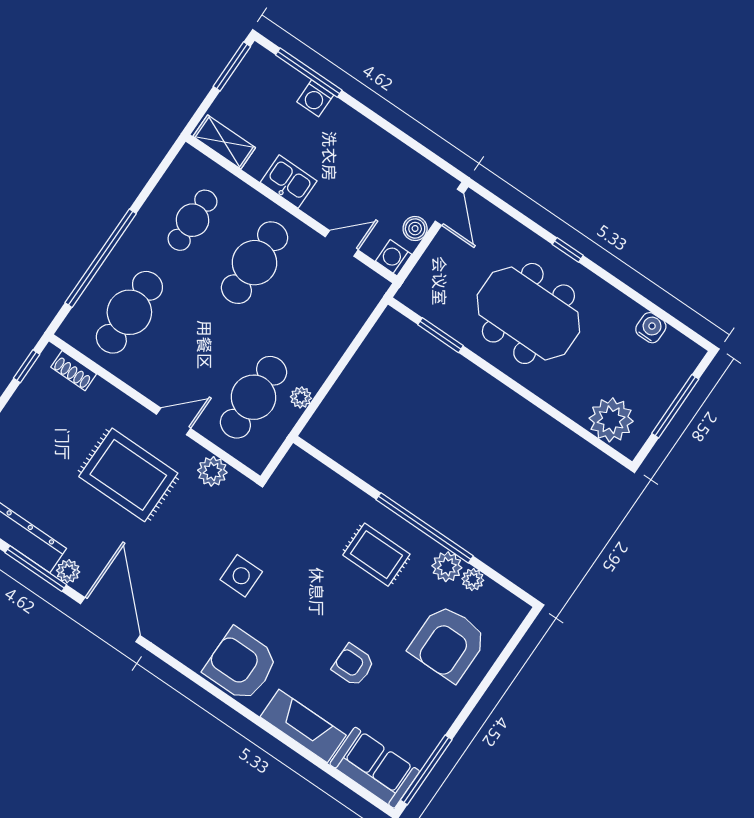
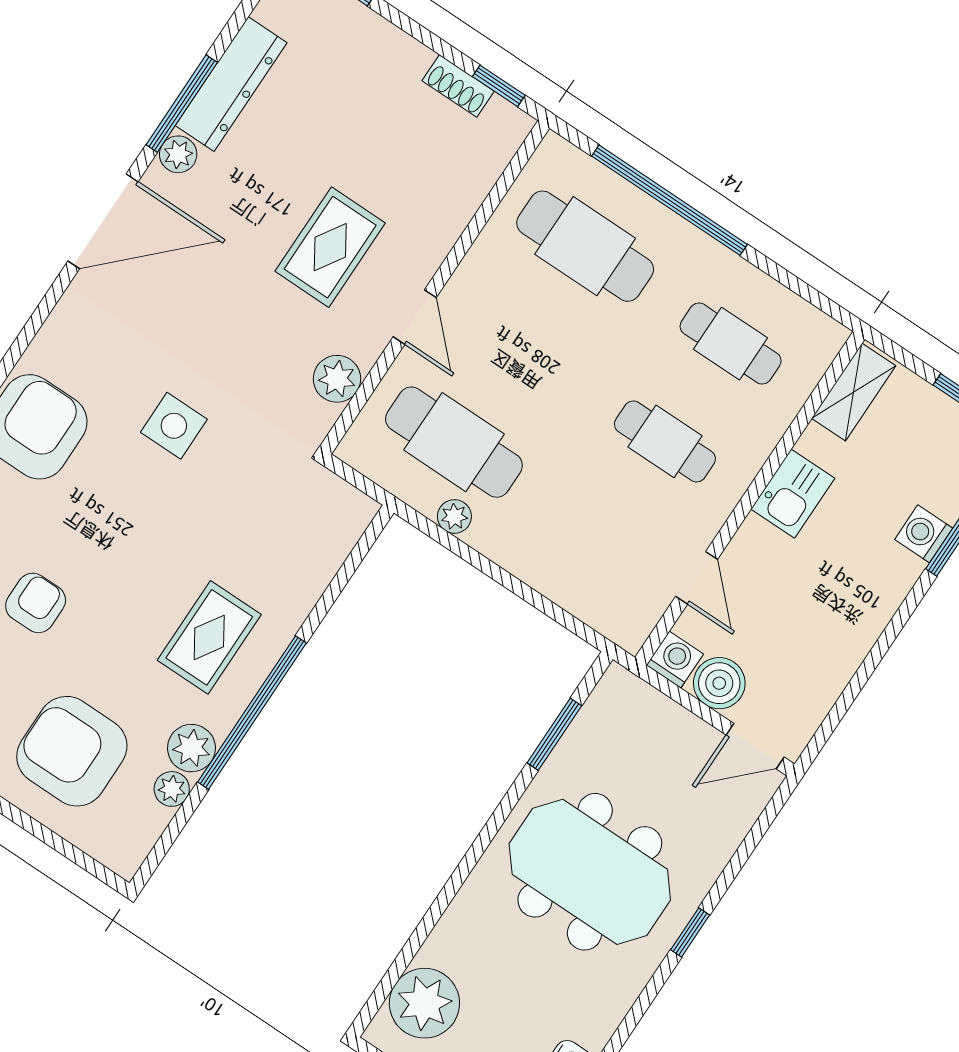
boiler: (415, 229) -> (719, 683), width x1.36, depth x1.36
cafe table: (255, 263) -> (665, 441), width x0.73, depth x0.74
meeting table: (528, 313) -> (590, 872), turned 90
shoe rack: (74, 371) -> (458, 86), moved, turned -90
rug: (128, 475) -> (330, 247), width x0.73, depth x0.70

